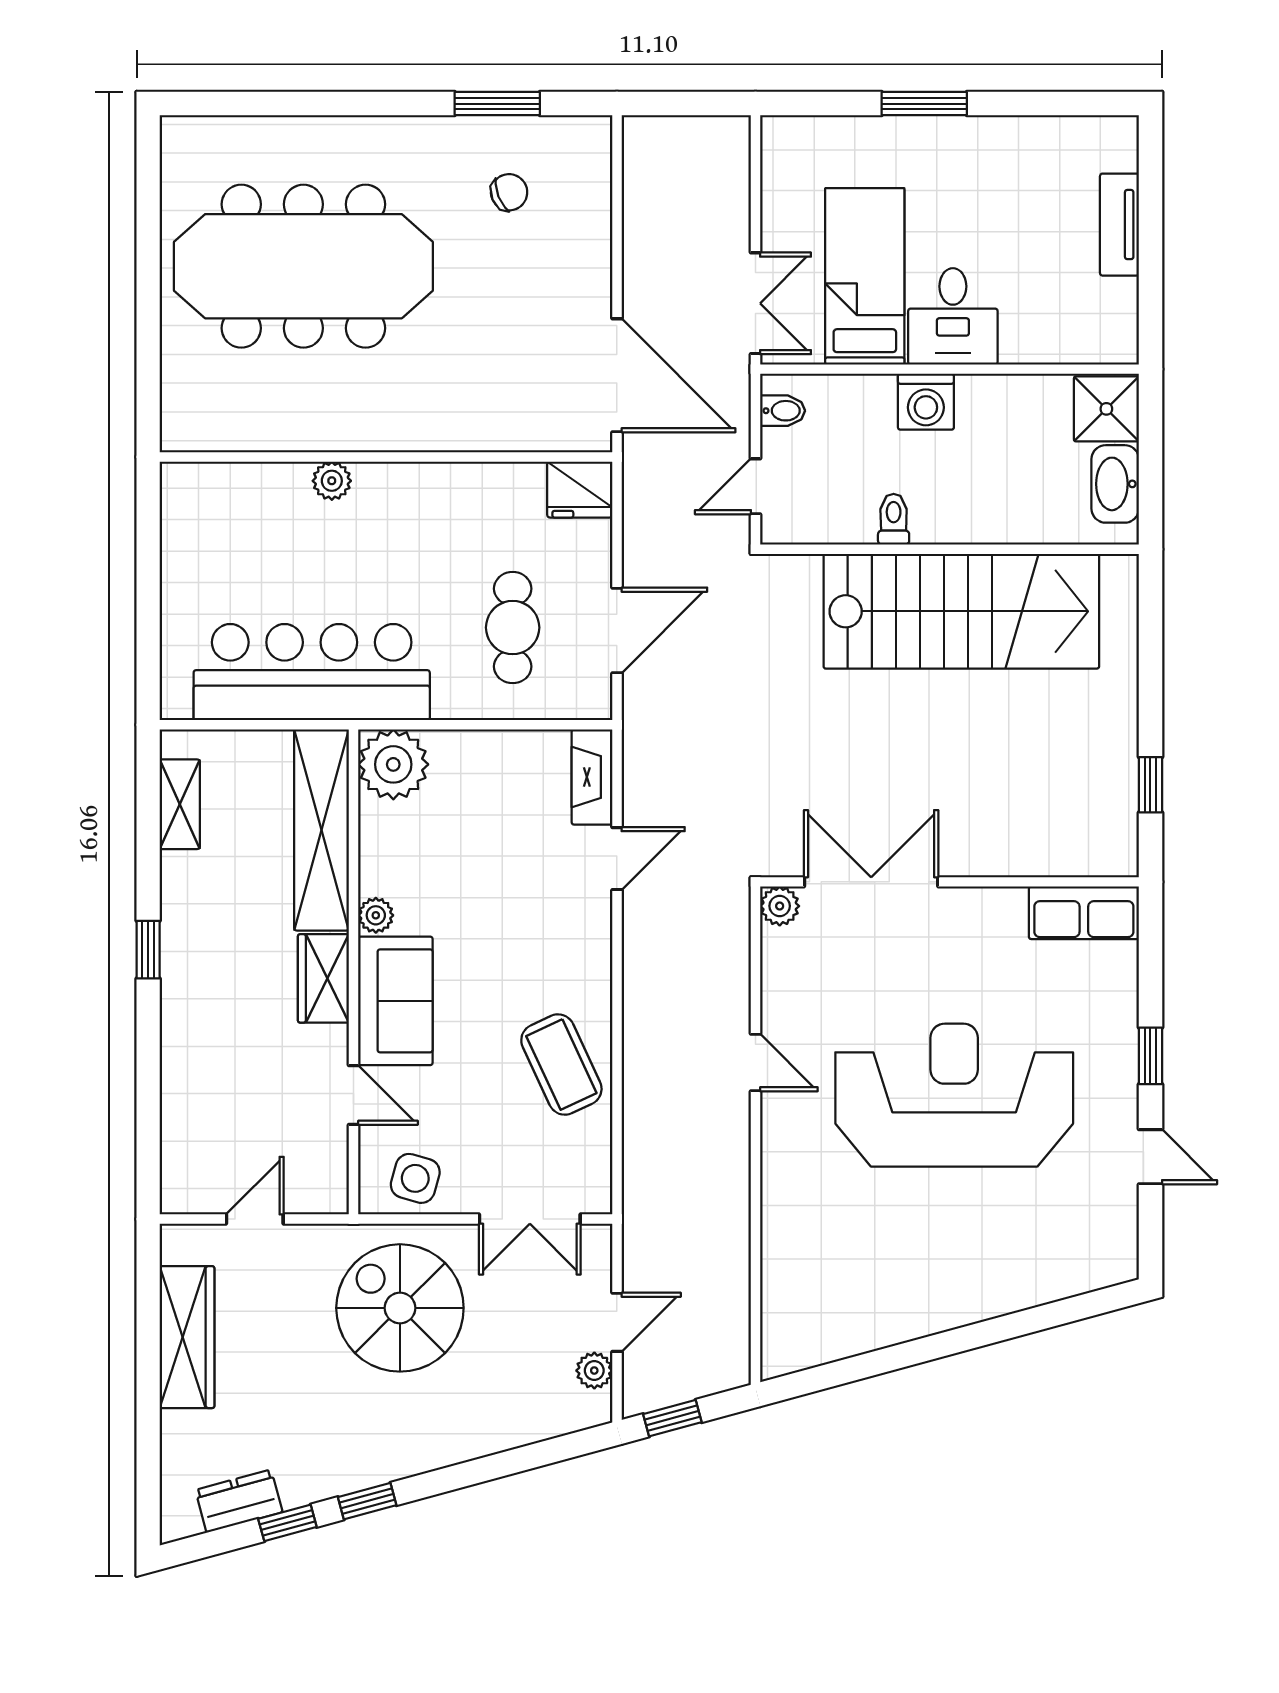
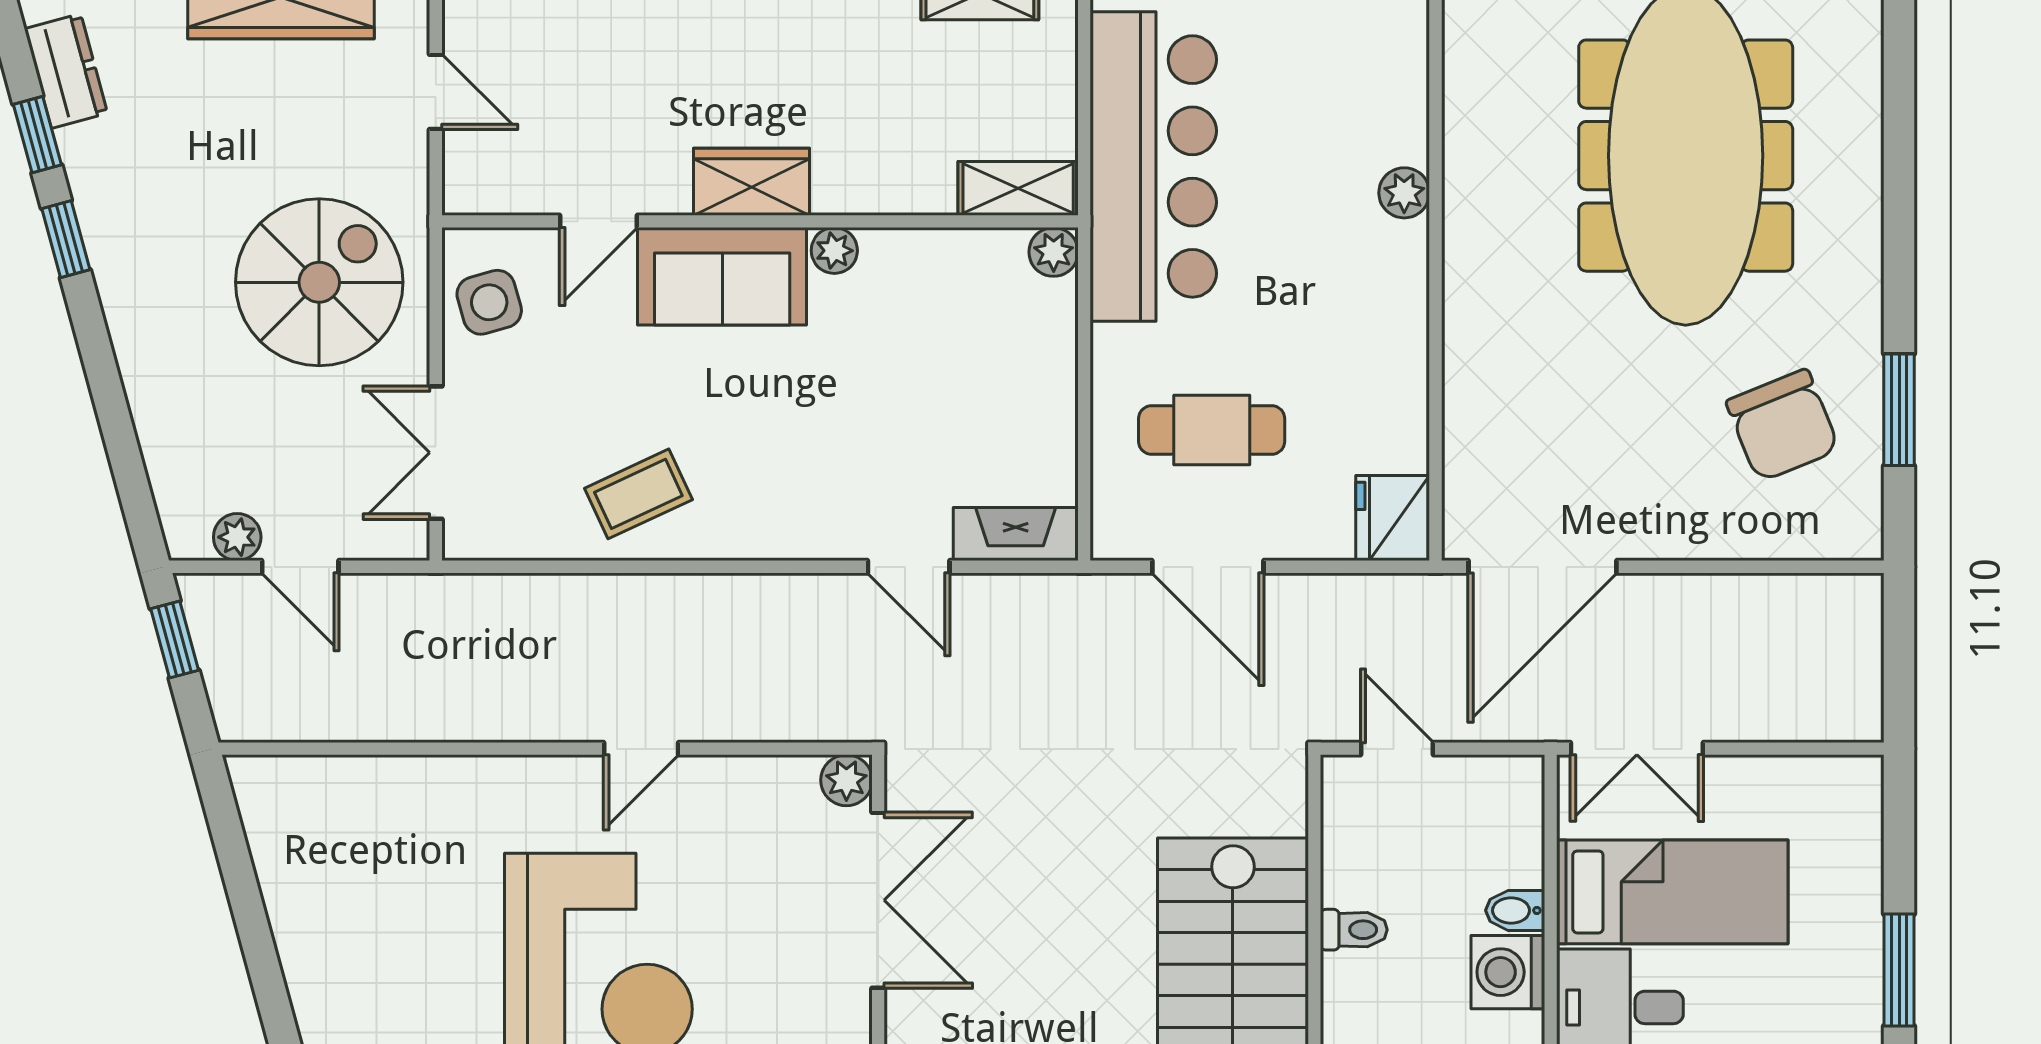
chair: (509, 192) -> (1783, 425), width x1.87, depth x1.87
bidet: (783, 411) -> (1515, 910), moved, turned 90
plant: (393, 764) -> (1054, 252), width x0.53, depth x0.53
shelving: (322, 830) -> (1018, 188), width x0.45, depth x0.75
coffee table: (561, 1065) -> (638, 494), width x0.73, depth x0.77
side table: (415, 1178) -> (489, 302), turned -32

